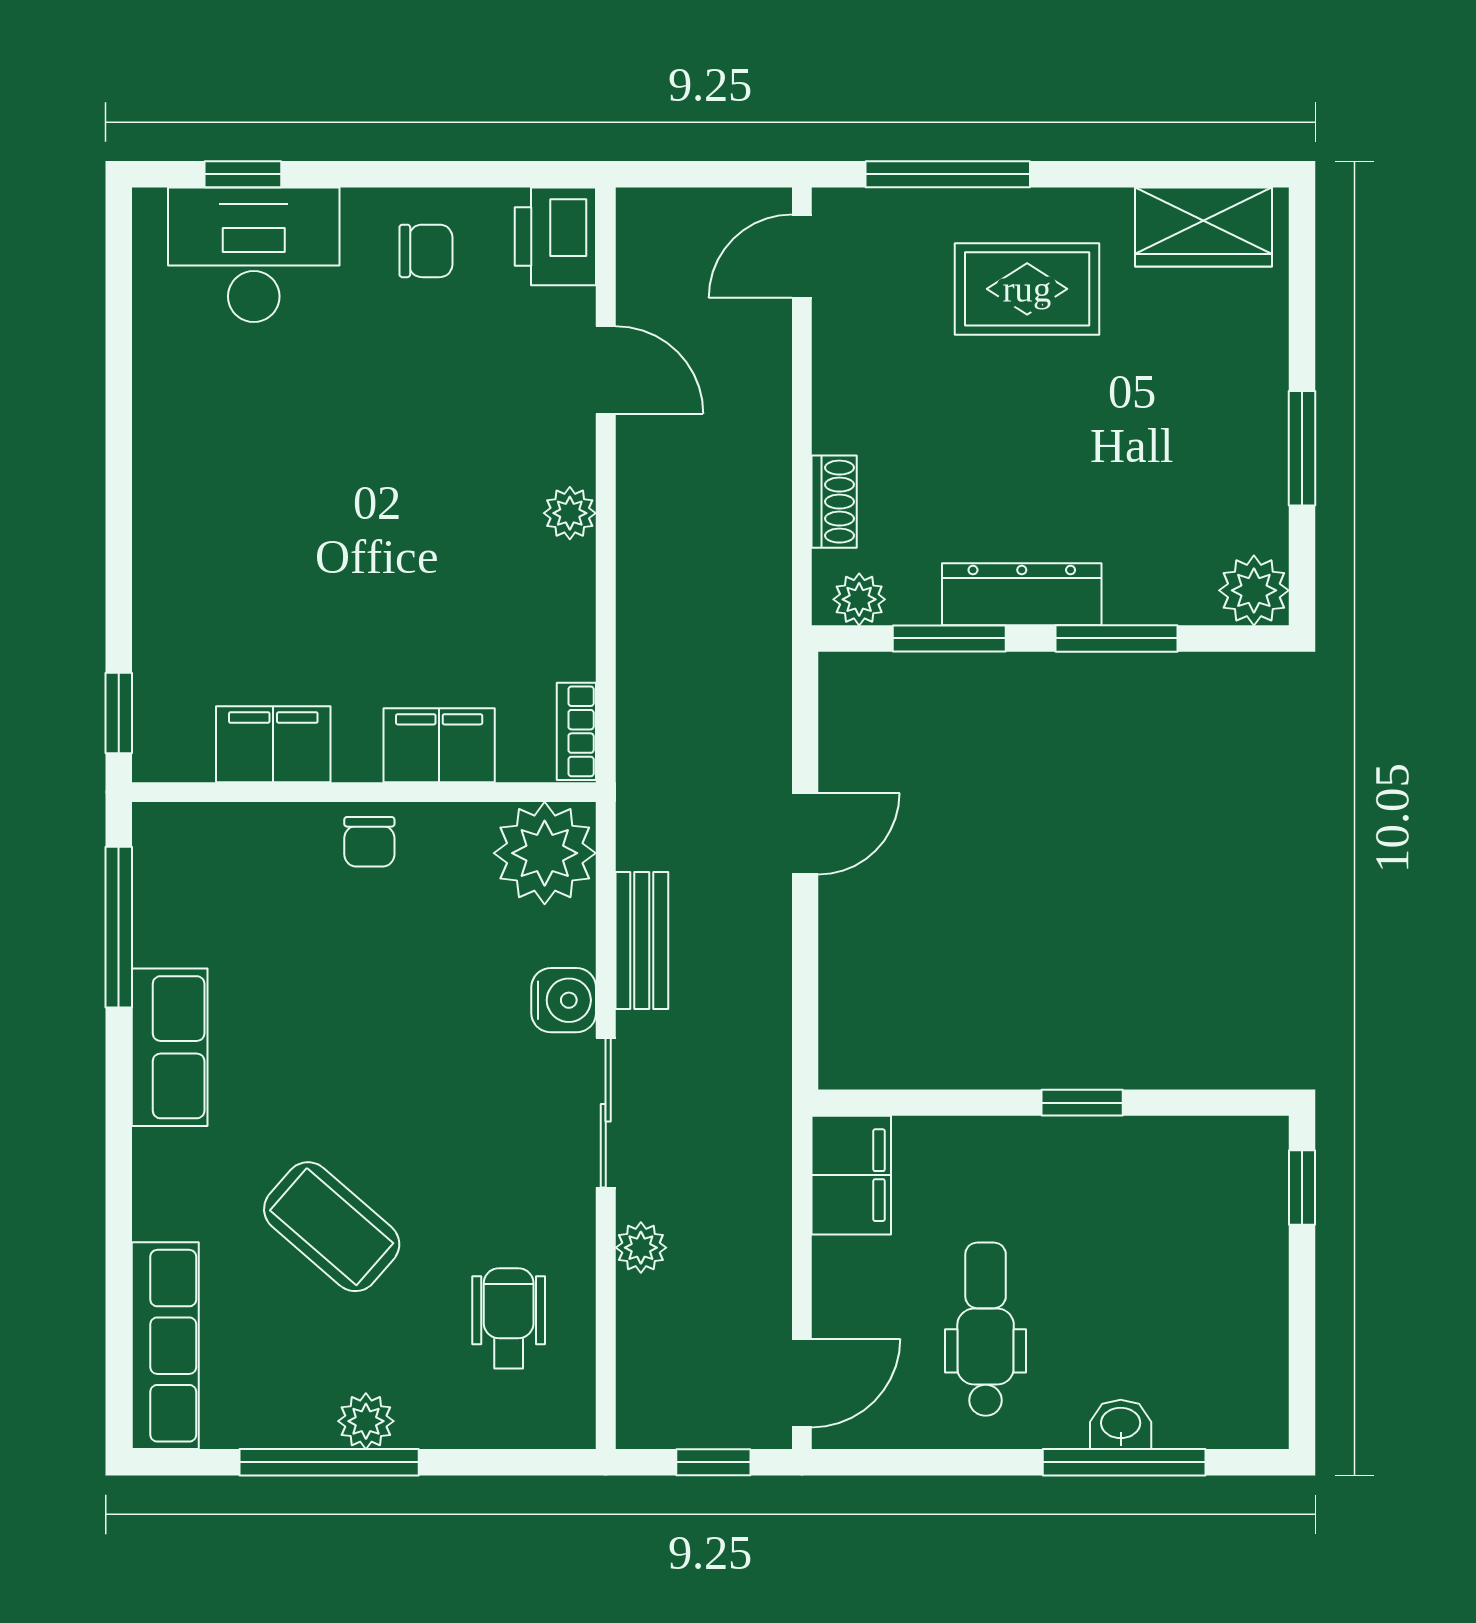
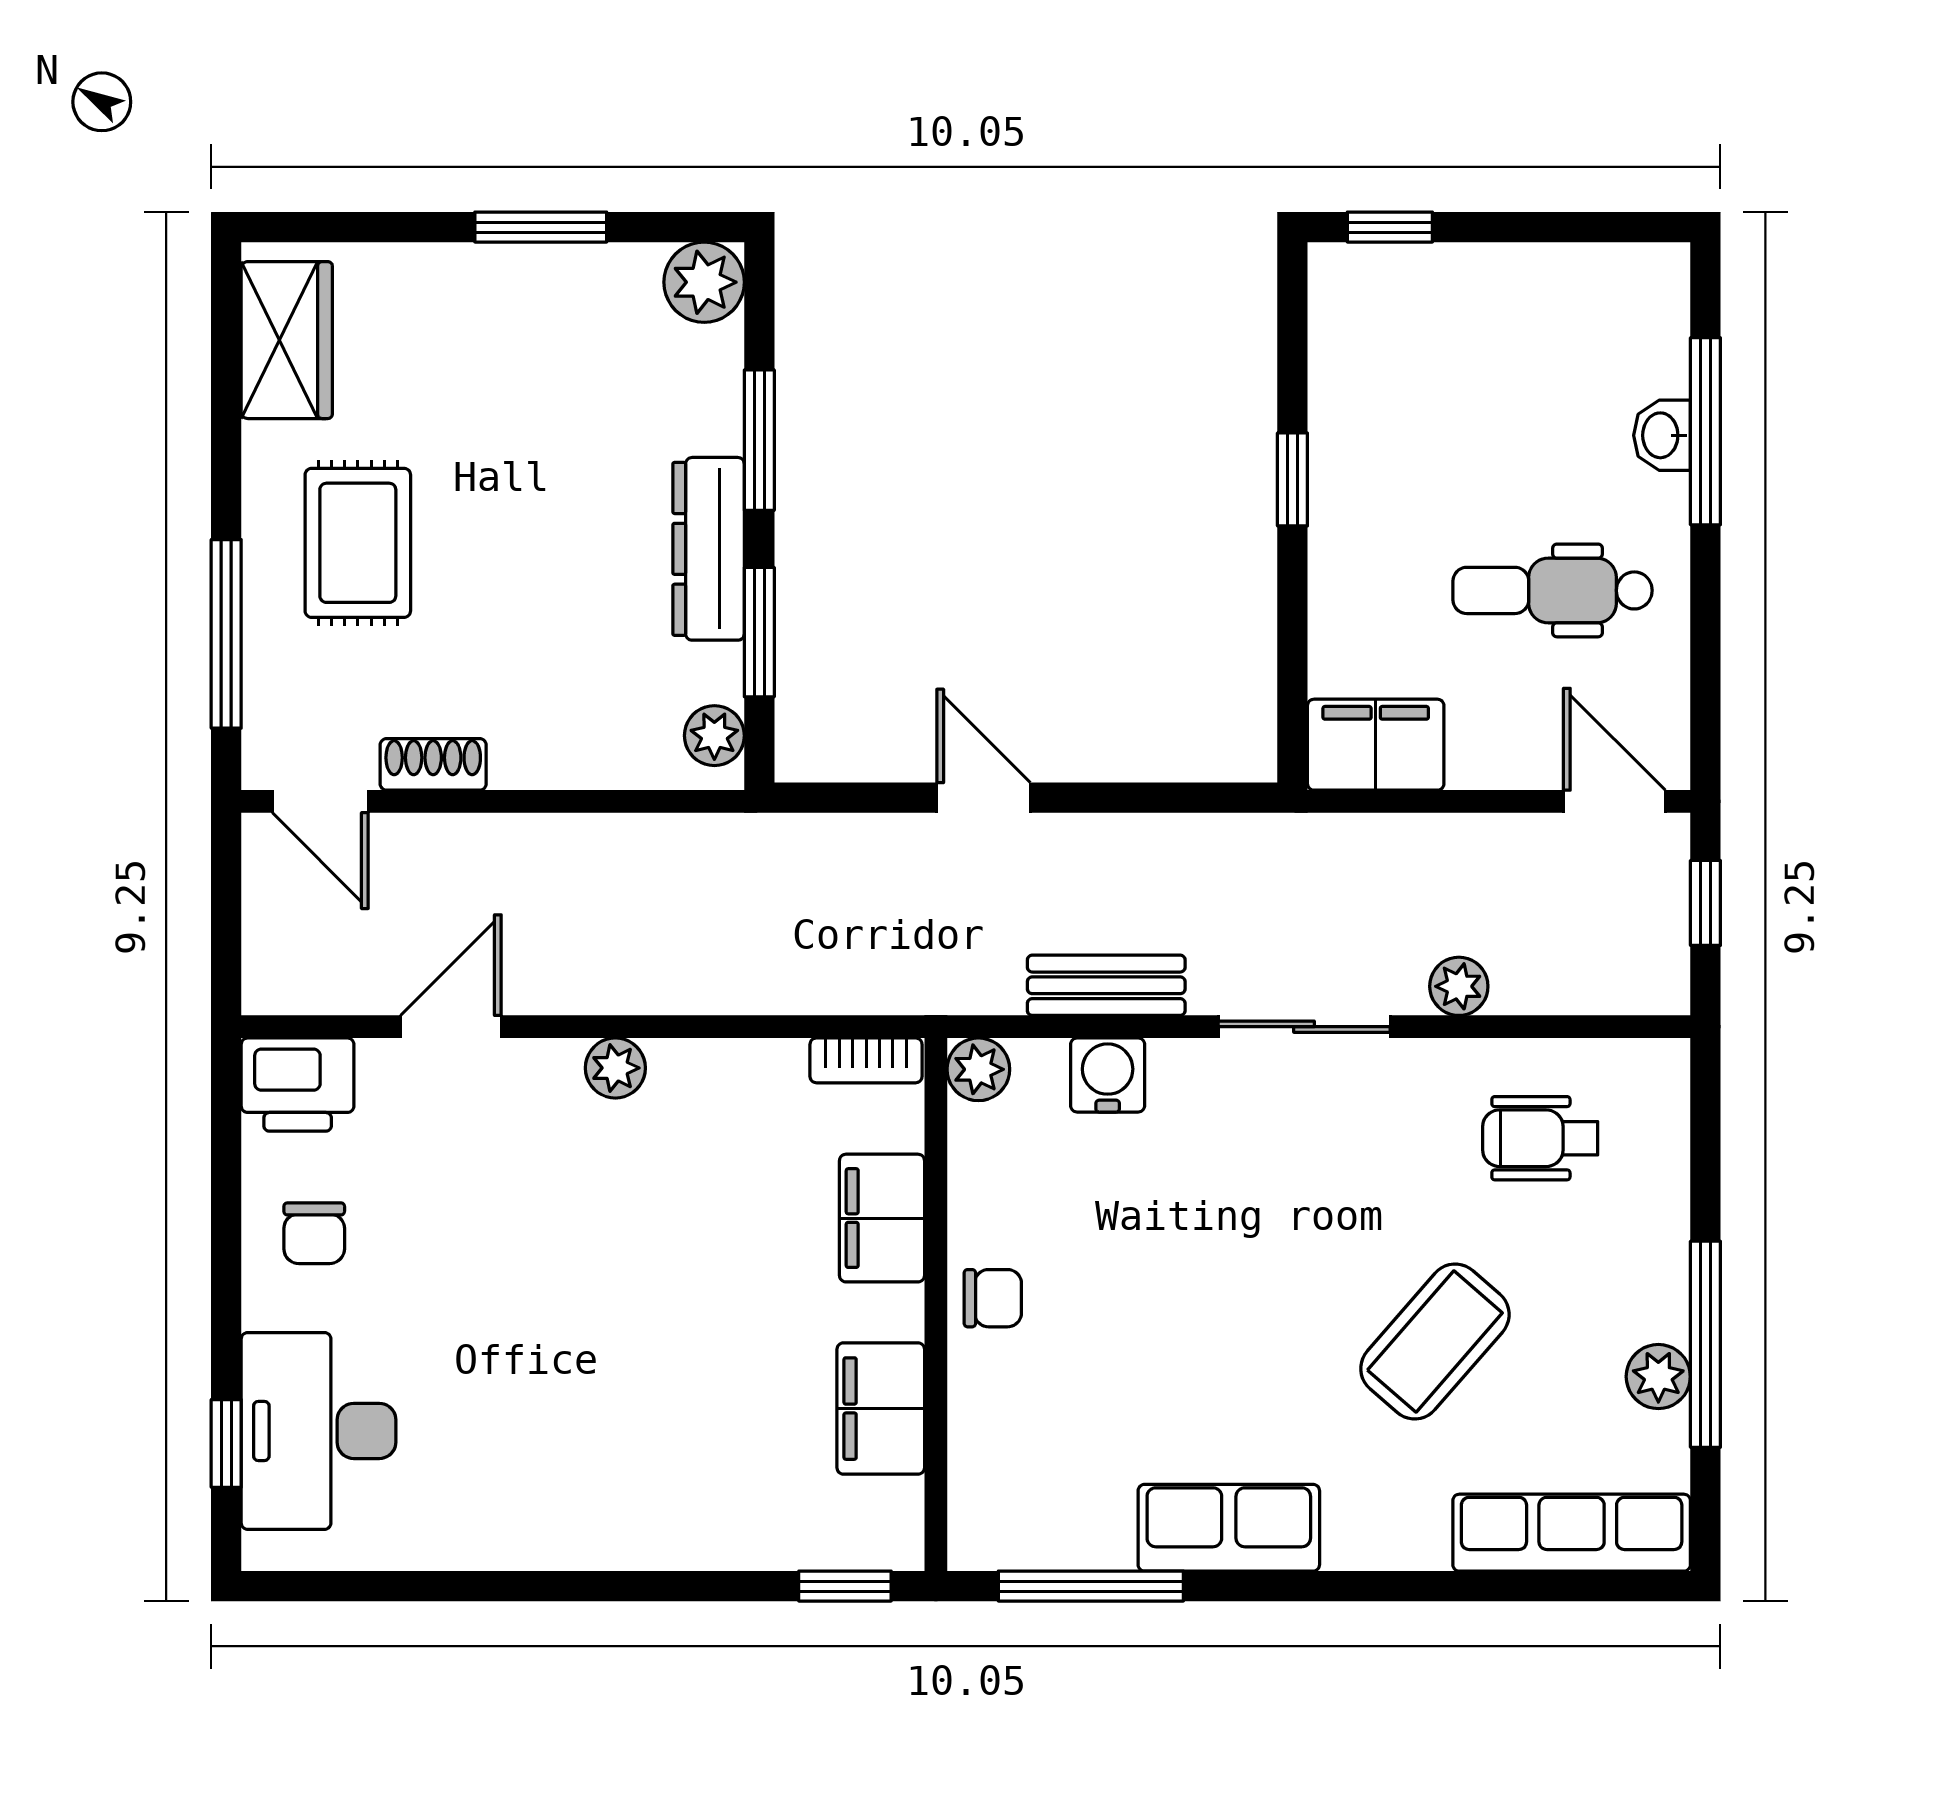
chair: (426, 251) -> (314, 1233), turned 180
shoe rack: (834, 502) -> (433, 764), moved
plant: (545, 853) -> (978, 1069), width x0.53, depth x0.53
water cooler: (564, 1000) -> (1108, 1075), moved
plant: (366, 1421) -> (1658, 1377), moved

